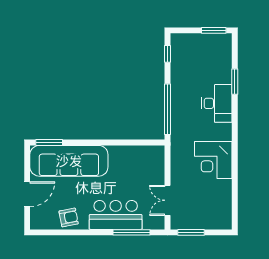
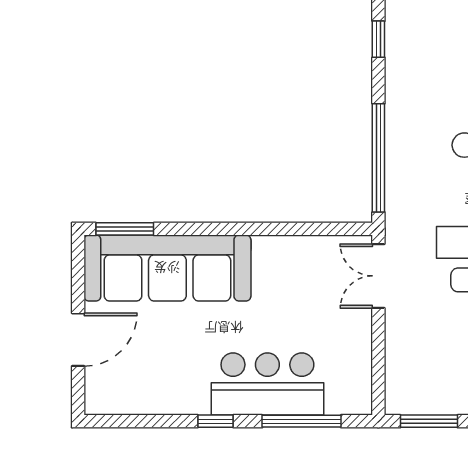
double door: (167, 200) -> (378, 276), moved
armchair: (69, 217) -> (167, 389), removed
window: (91, 232) -> (215, 421), added

